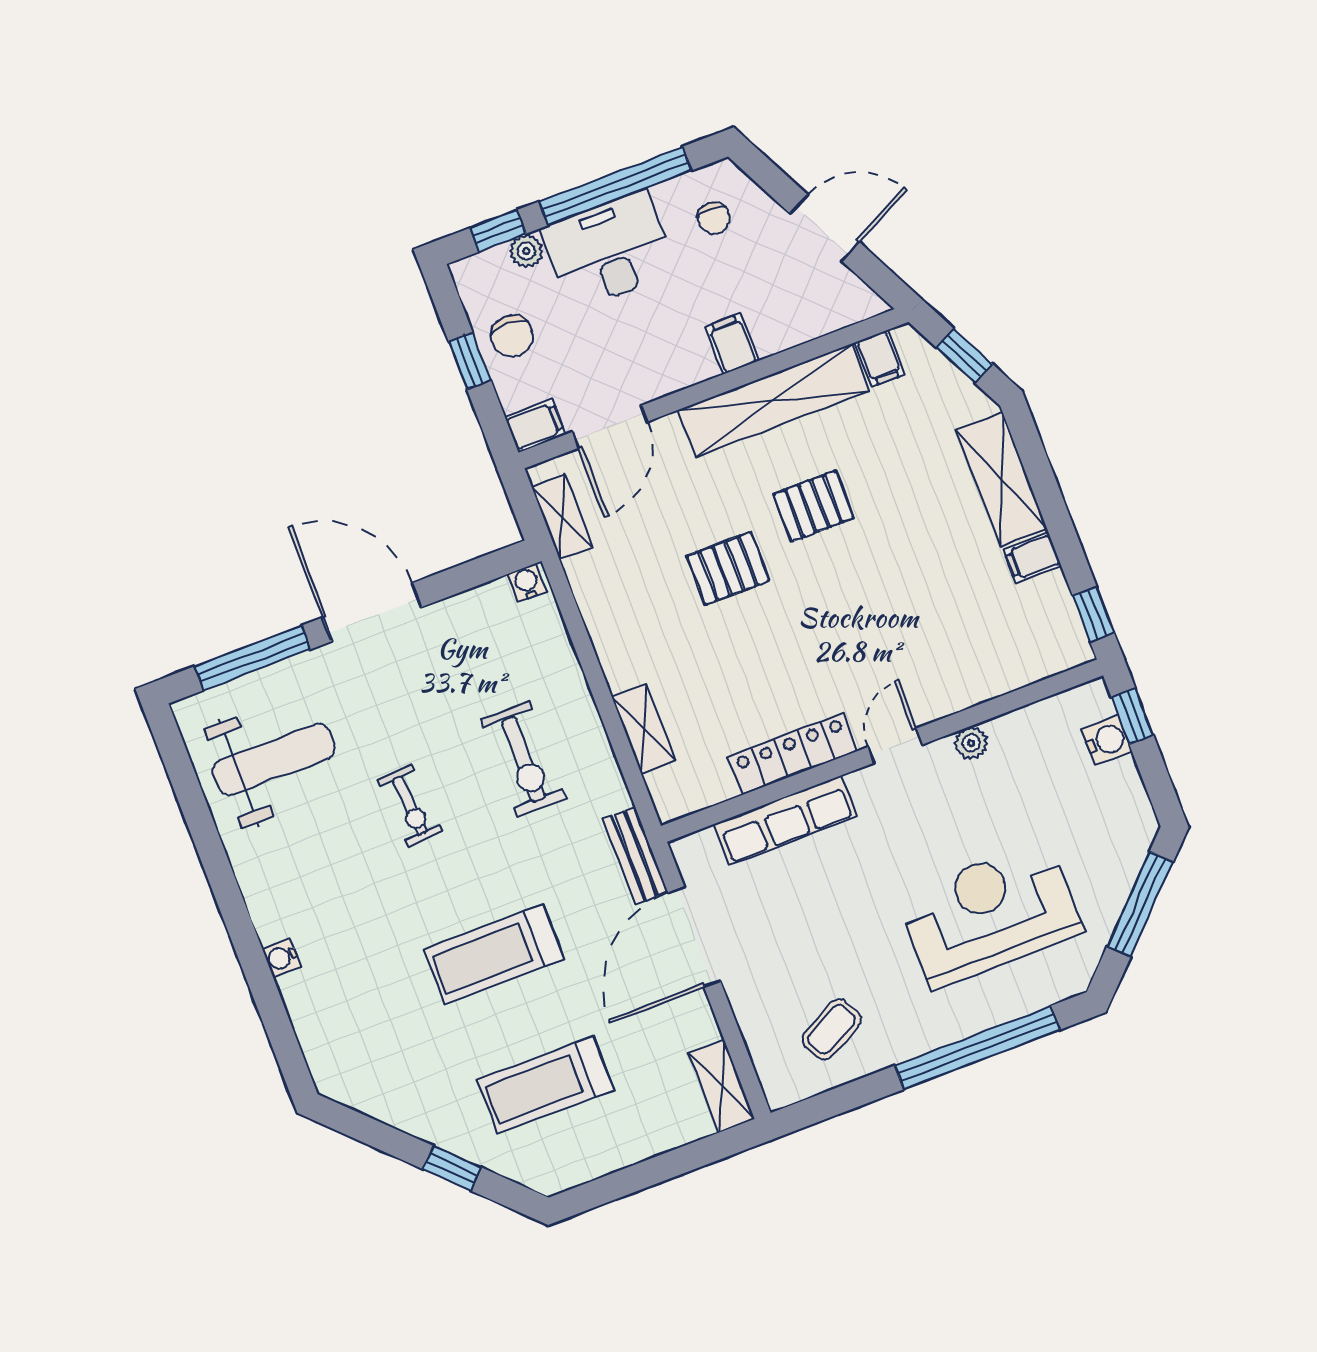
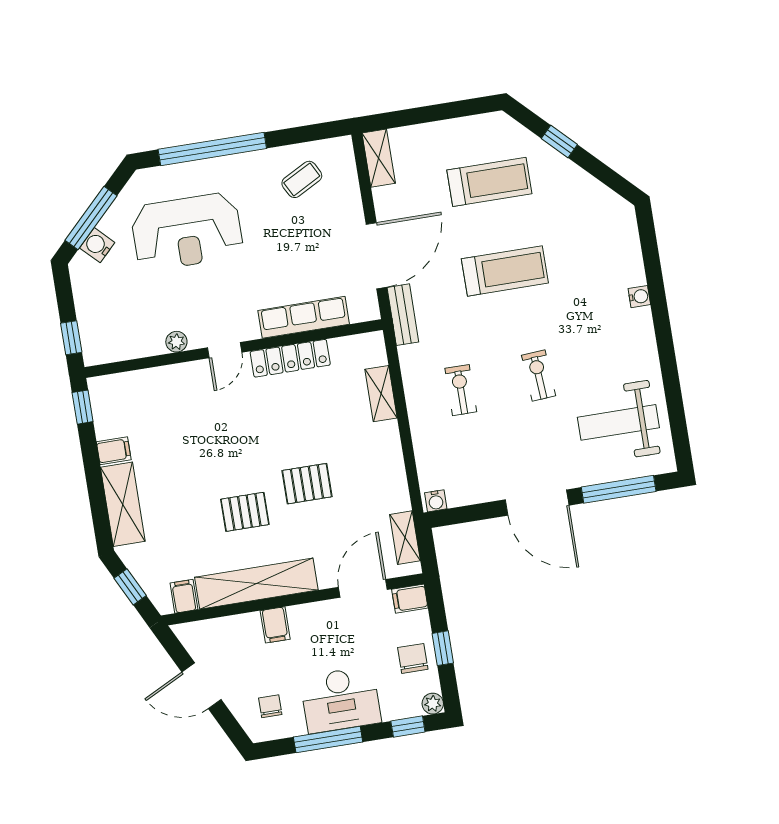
window: (615, 186) -> (328, 739), width x0.68
plant: (526, 251) -> (433, 704), moved
water cooler: (1107, 740) -> (97, 245), moved, turned 45
exercise bike: (523, 759) -> (461, 390), width x0.73, depth x0.72

